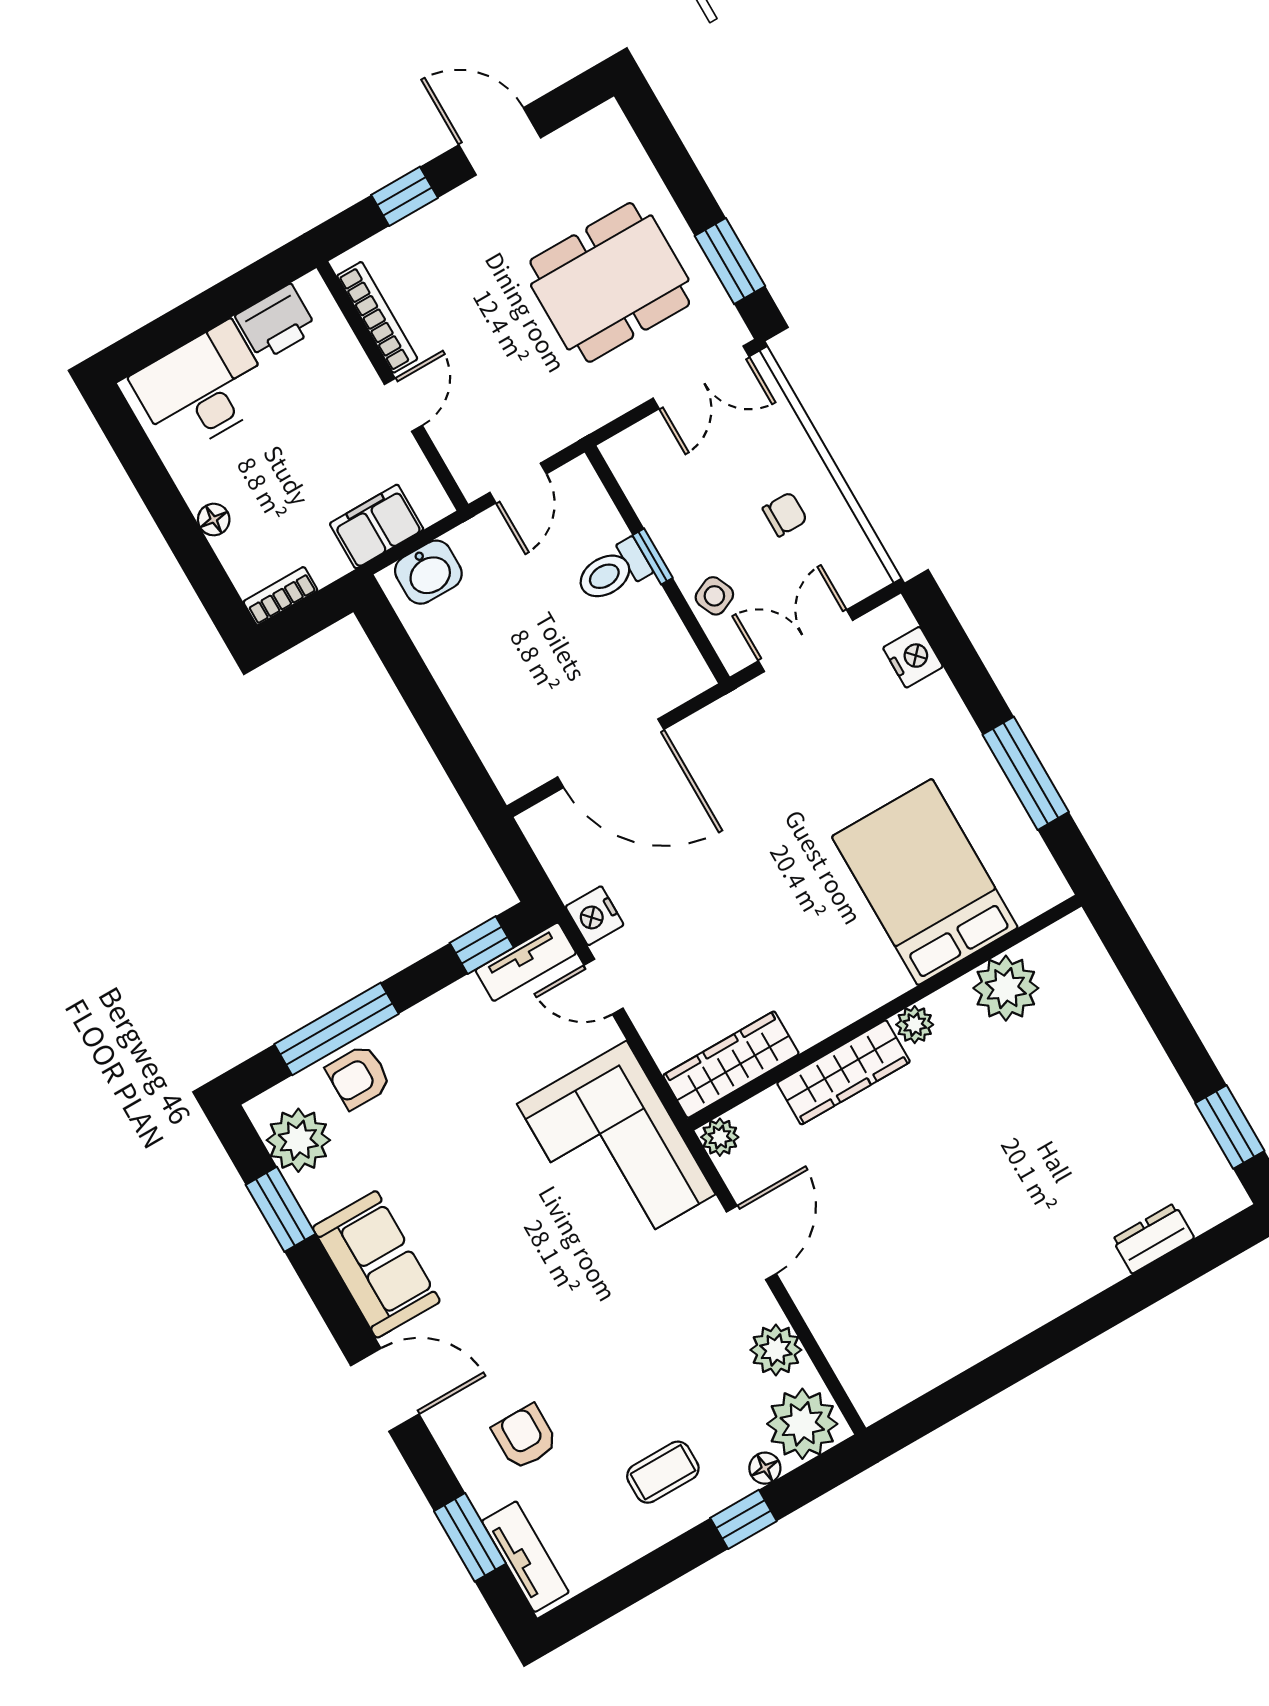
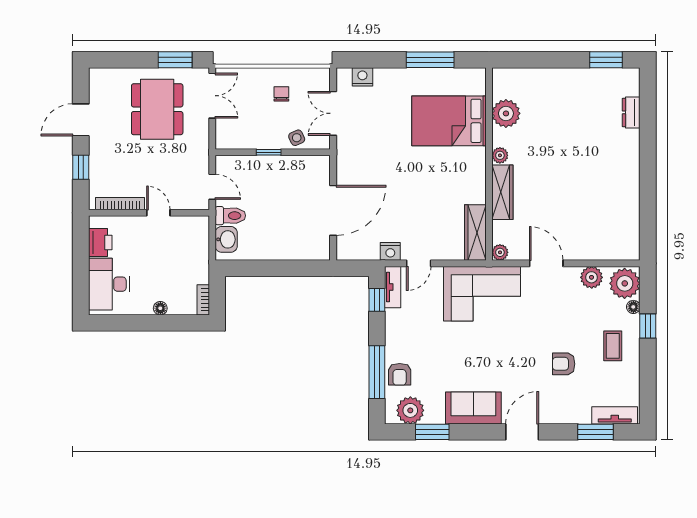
filing cabinet: (377, 526) -> (198, 249), removed
toilet: (613, 571) -> (230, 216), moved, turned -90
armchair: (525, 1437) -> (564, 364), moved

